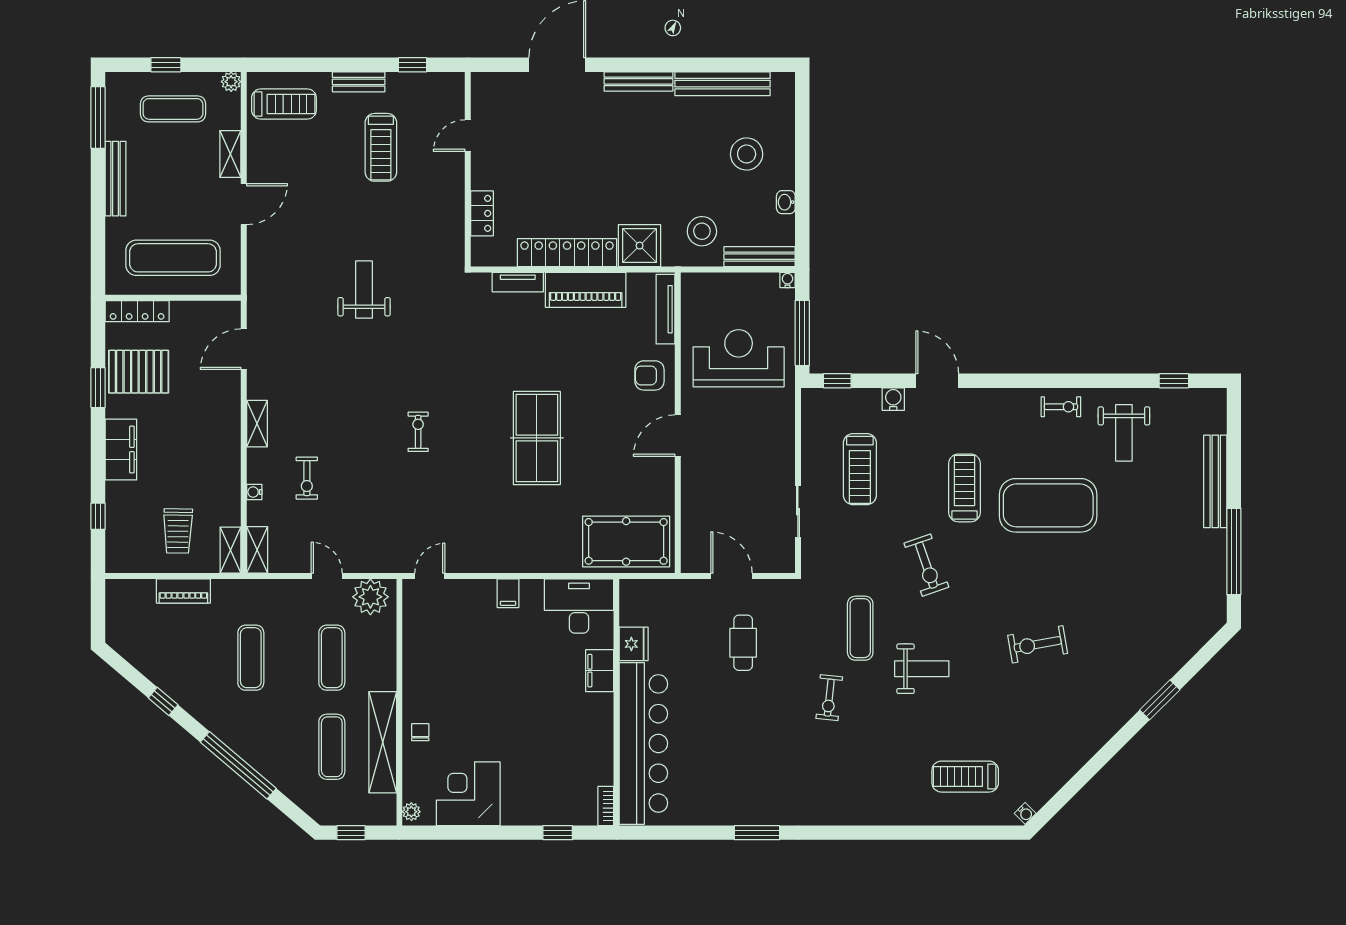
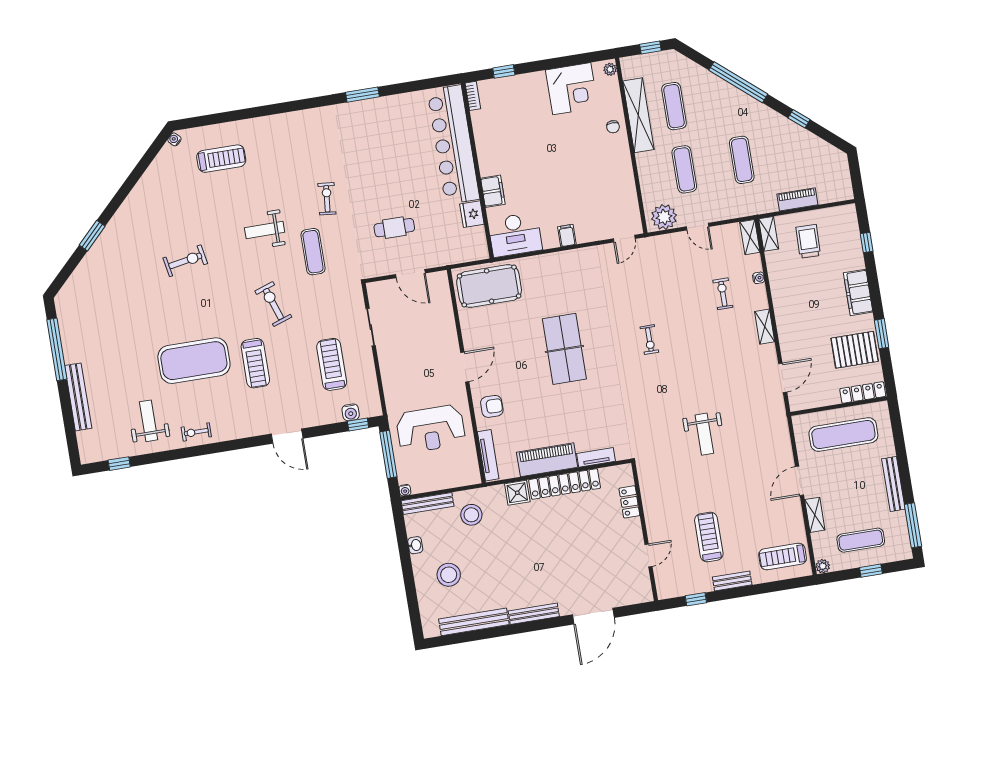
shower: (640, 246) -> (517, 493), width x0.73, depth x0.73
water cooler: (893, 399) -> (351, 412), moved
cafe table: (743, 643) -> (394, 228), turned 90

